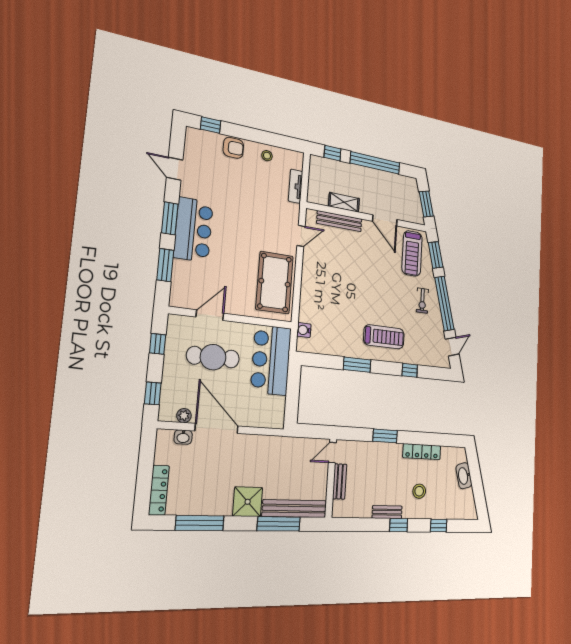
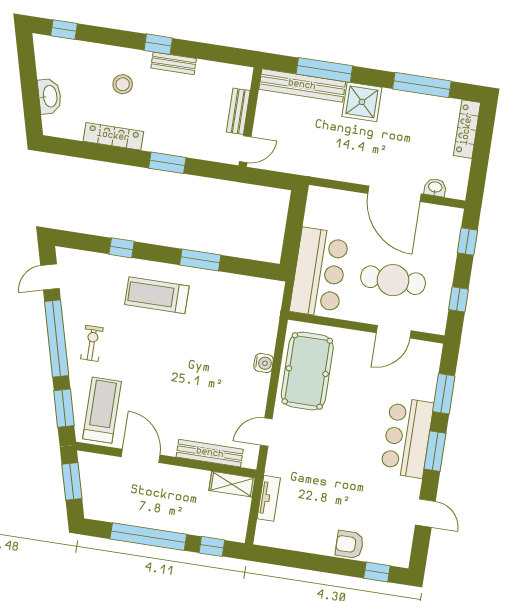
stool: (267, 156) -> (305, 537), removed
shelving: (344, 202) -> (232, 484), moved
water cooler: (304, 330) -> (264, 363), moved
plant: (184, 416) -> (433, 213), removed
window: (439, 526) -> (64, 30), moved

